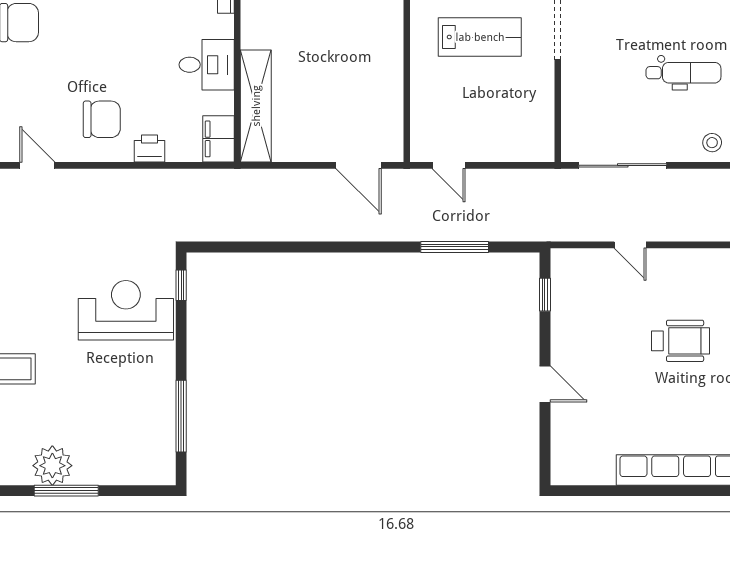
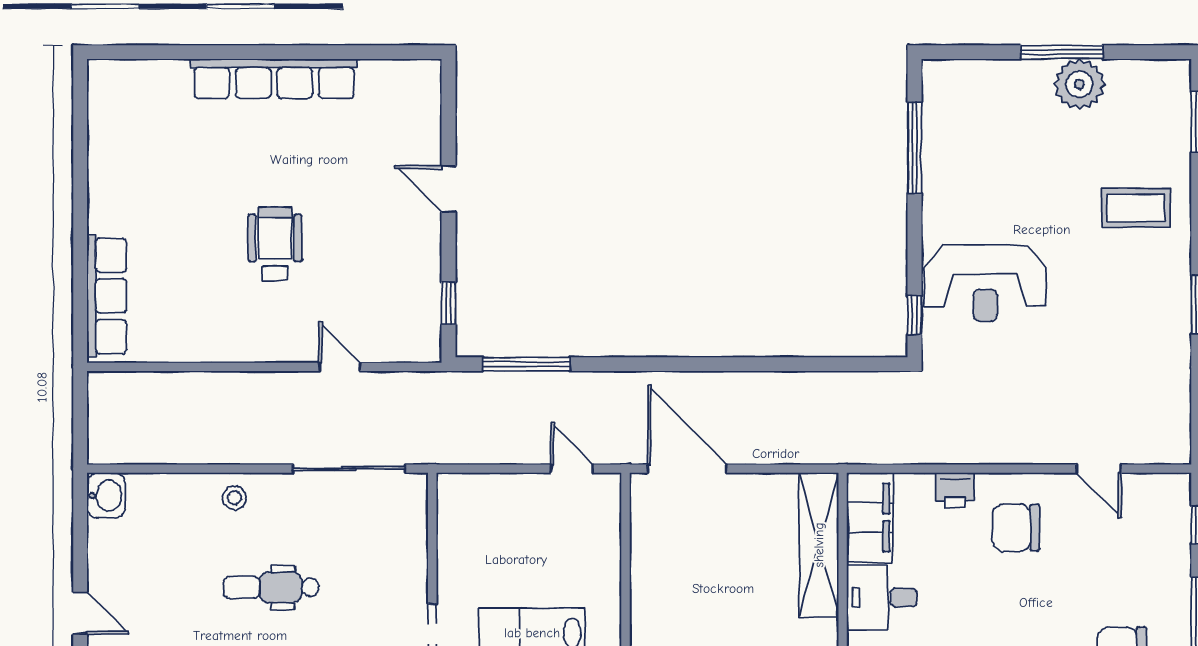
filing cabinet: (219, 139) -> (870, 517), width x1.50, depth x1.17
door: (359, 165) -> (687, 469), width x1.36
window: (455, 247) -> (526, 364), moved
wheelchair: (680, 341) -> (275, 244), turned 90

